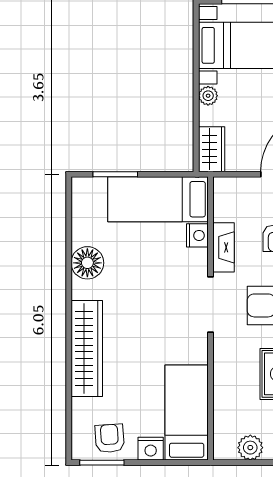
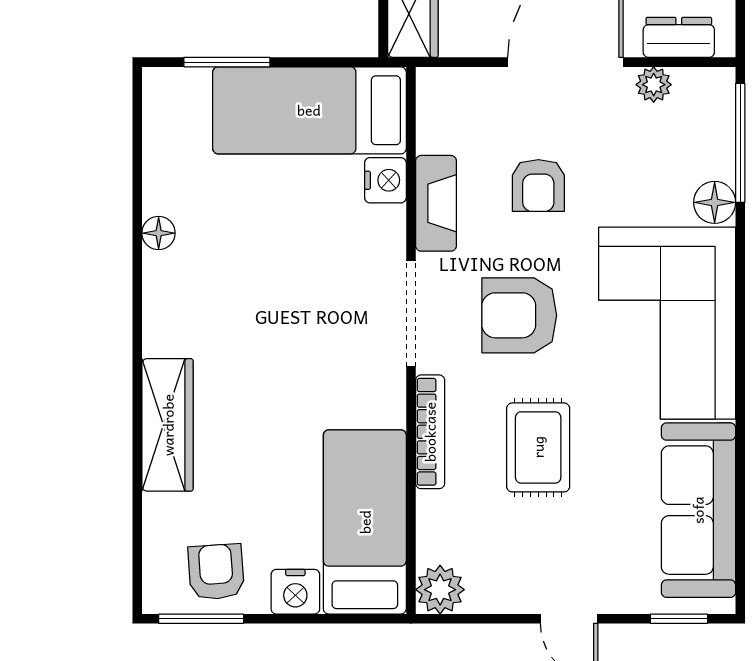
floor lamp: (87, 263) -> (159, 233), width x0.53, depth x0.53
wardrobe: (87, 348) -> (168, 425), width x0.71, depth x0.85
bookcase: (220, 366) -> (430, 432), added
plant: (250, 448) -> (440, 590), moved

